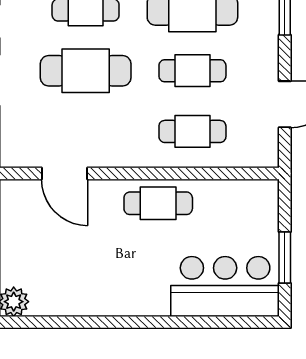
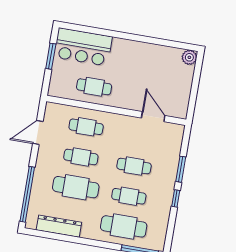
cafe table: (86, 71) -> (134, 166), width x0.73, depth x0.74
cafe table: (158, 203) -> (94, 87), moved

